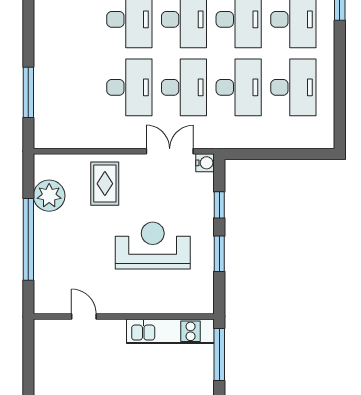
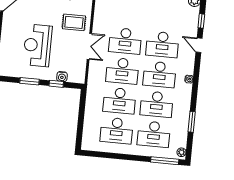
double door: (170, 151) -> (89, 46), moved
water cooler: (205, 163) -> (62, 77), moved
reception desk: (153, 246) -> (38, 45), turned 180

